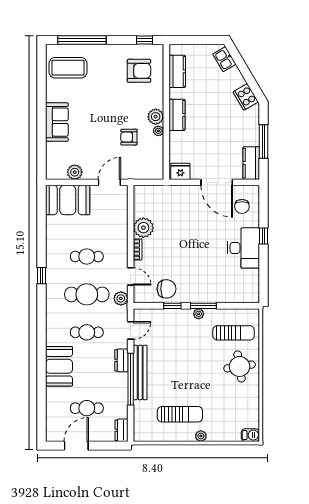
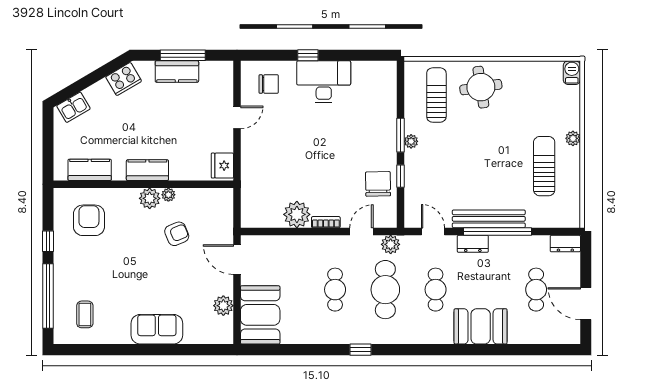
window: (144, 40) -> (48, 241), moved
coffee table: (68, 68) -> (85, 314), width x0.54, depth x0.58
armchair: (129, 137) -> (177, 234), turned -113
kitchen counter: (251, 163) -> (177, 72), moved
door: (217, 182) -> (237, 117), width x0.53

